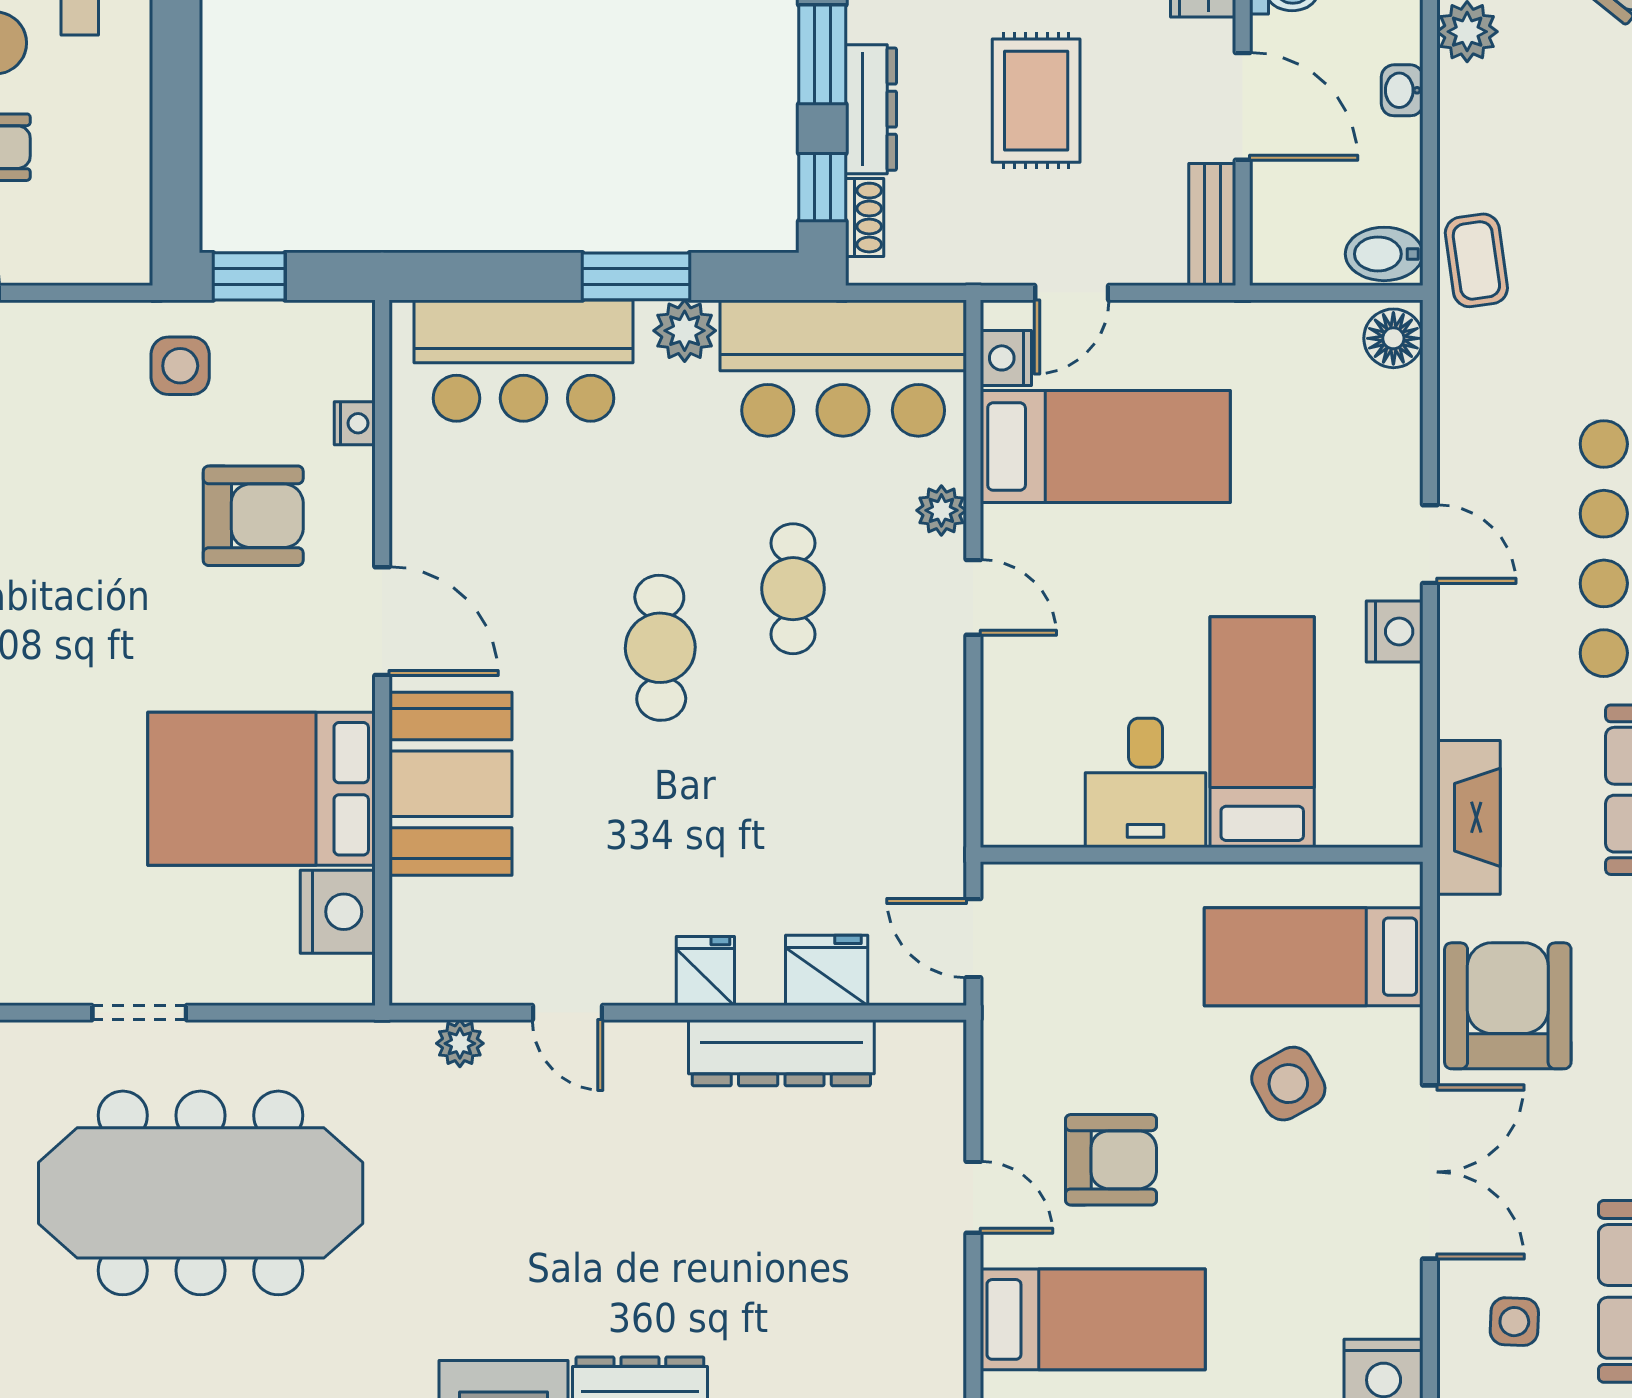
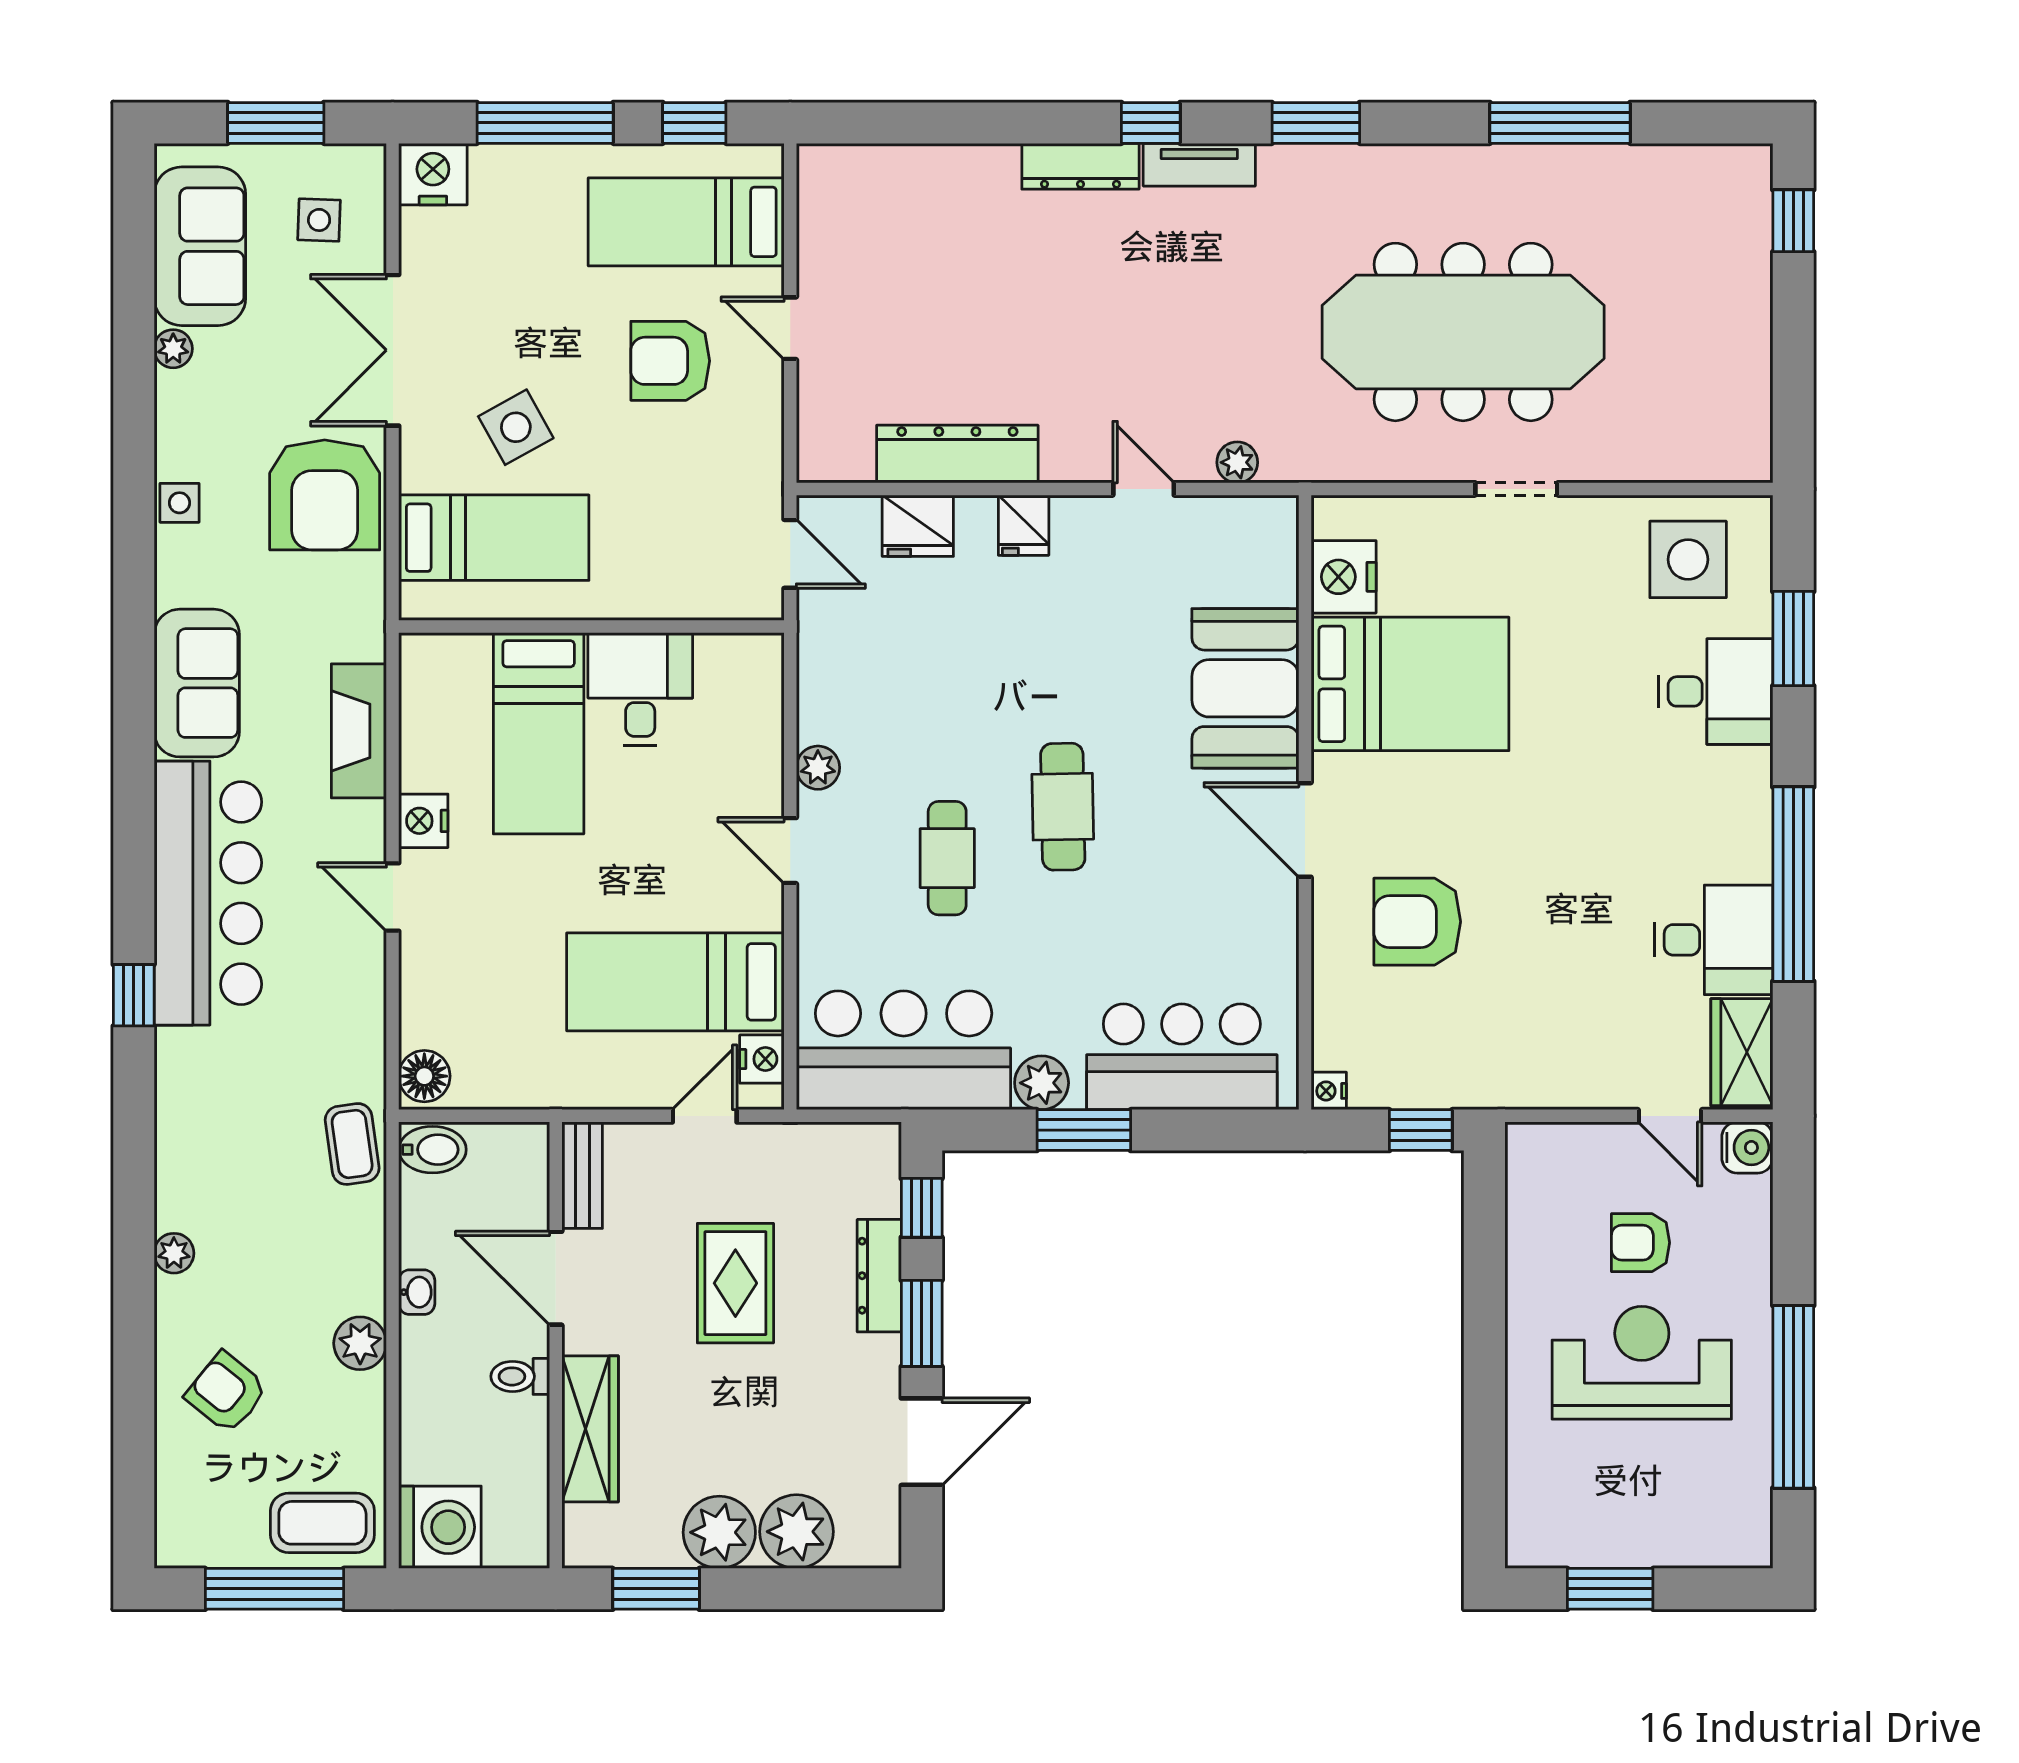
shoe rack: (865, 218) -> (885, 1181), removed
side table: (180, 366) -> (1481, 1052), removed
nightstand: (355, 423) -> (1329, 1091), moved
plant: (941, 510) -> (818, 768), moved
fireplace: (1469, 817) -> (359, 731), moved

